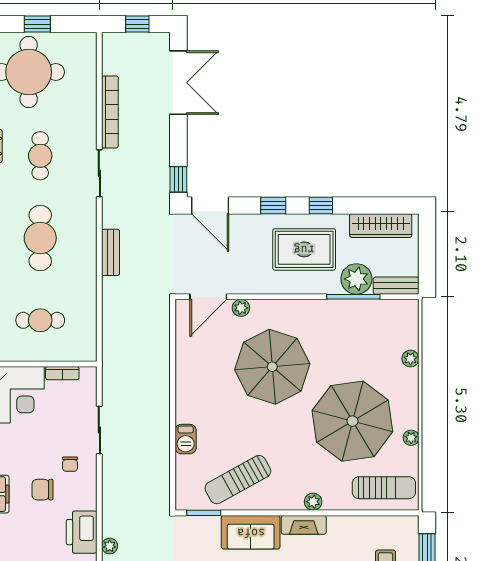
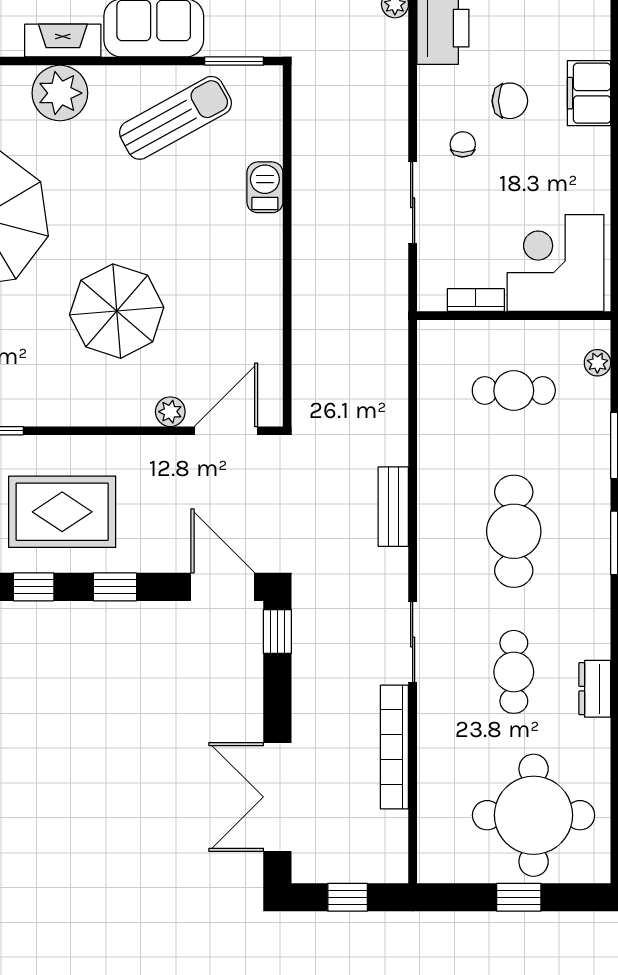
parasol: (272, 367) -> (117, 311), width x0.73, depth x0.73
plant: (313, 502) -> (60, 93), width x1.87, depth x1.87

